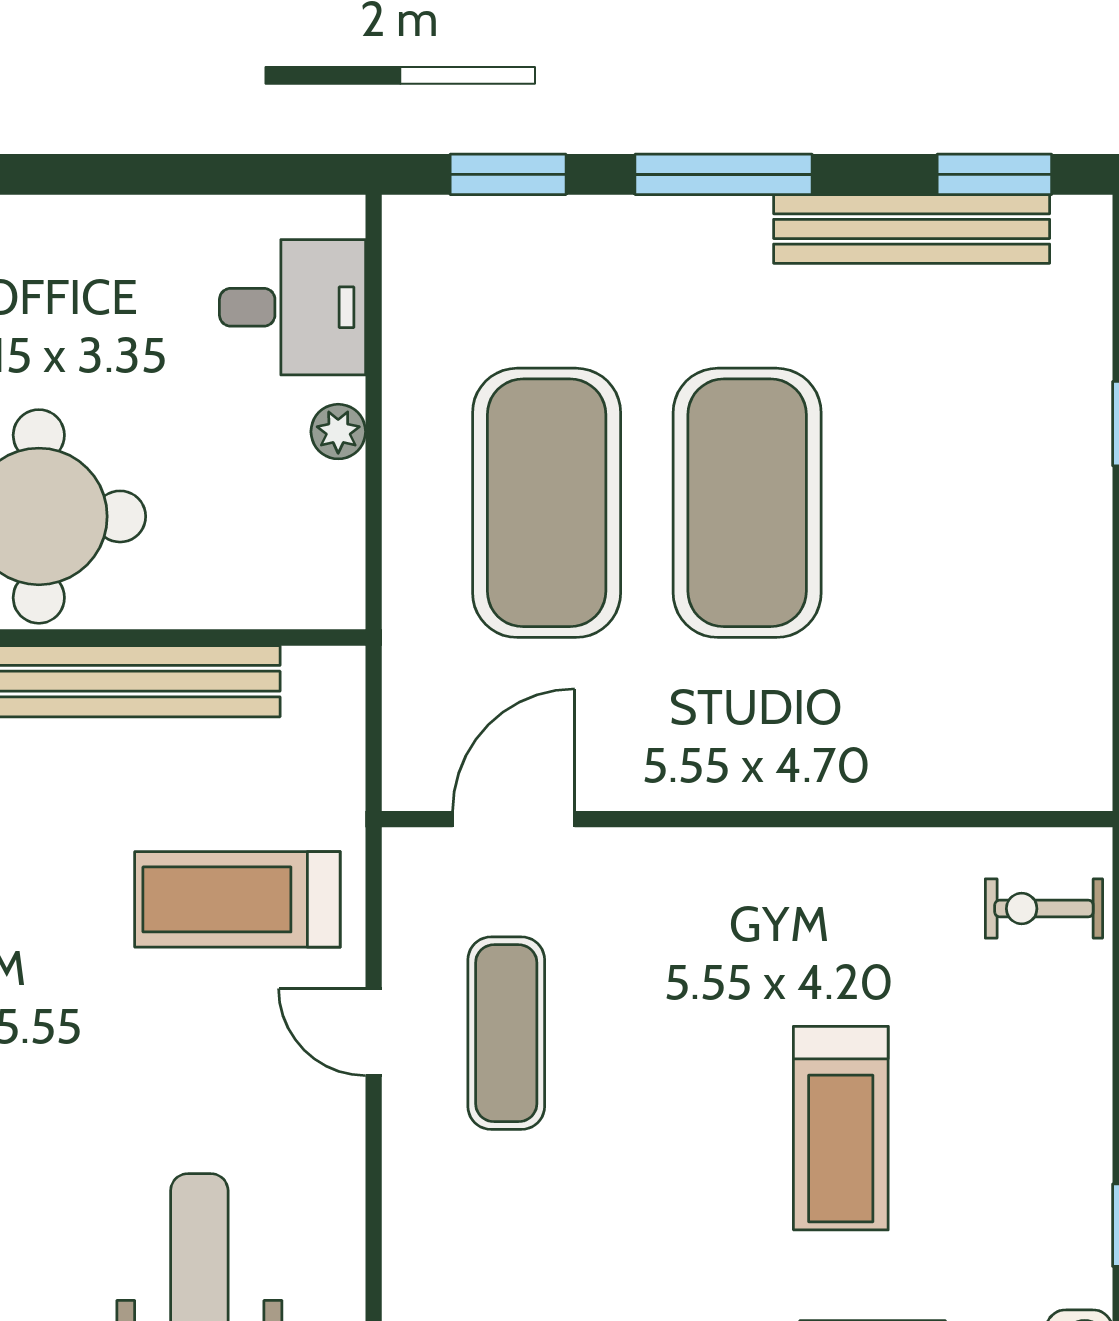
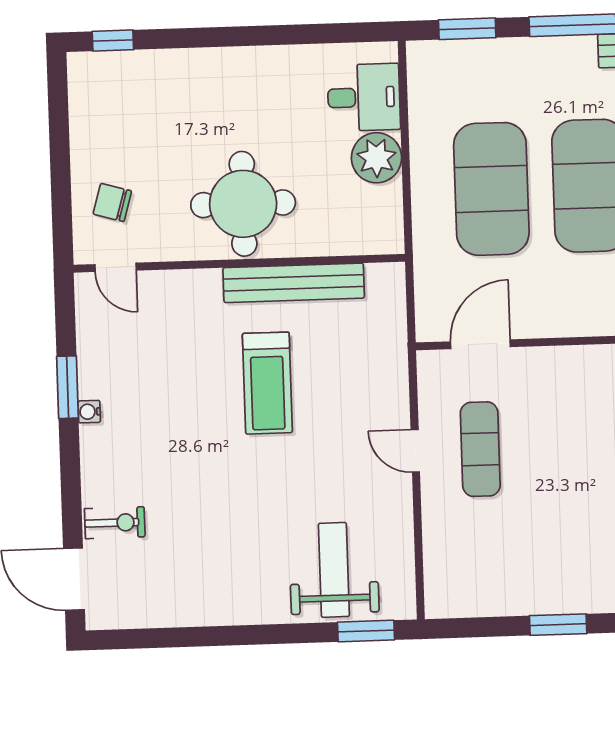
plant: (338, 432) -> (377, 158), width x1.88, depth x1.88
treadmill: (237, 899) -> (267, 383), moved, turned -90

